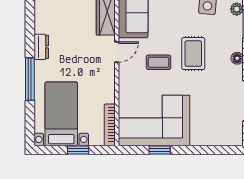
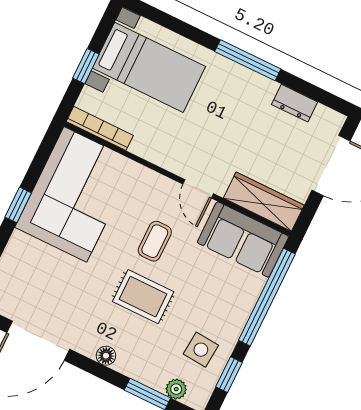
dresser: (41, 47) -> (295, 103), moved
window: (30, 79) -> (248, 60), moved
window: (160, 150) -> (18, 205), moved

